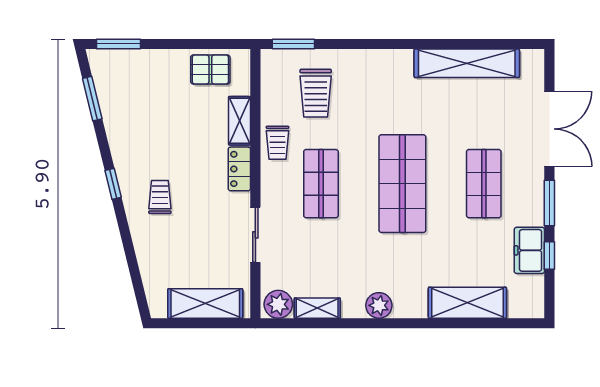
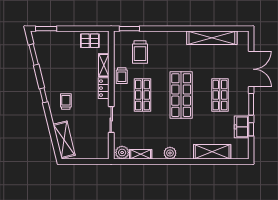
shelving: (205, 303) -> (64, 140), moved, turned 76

